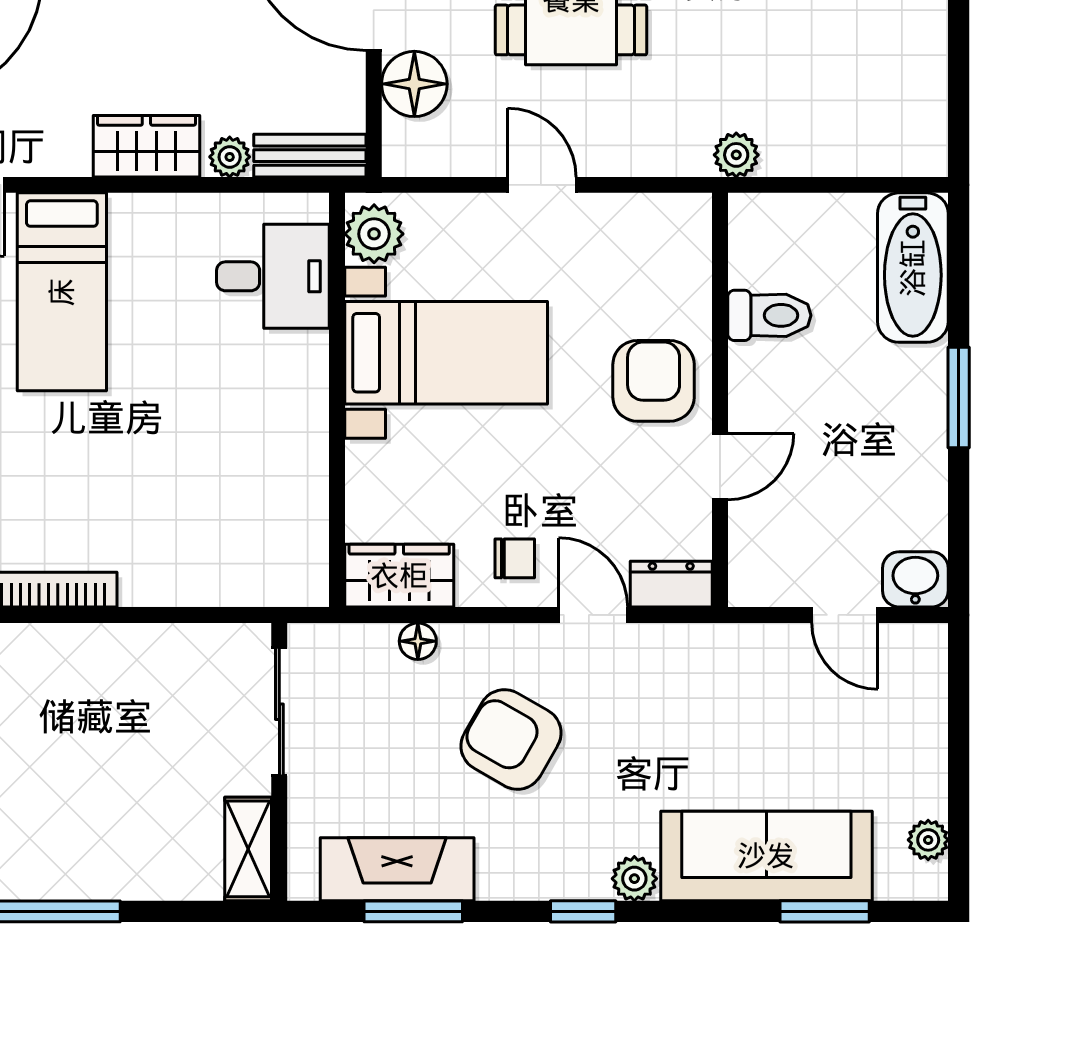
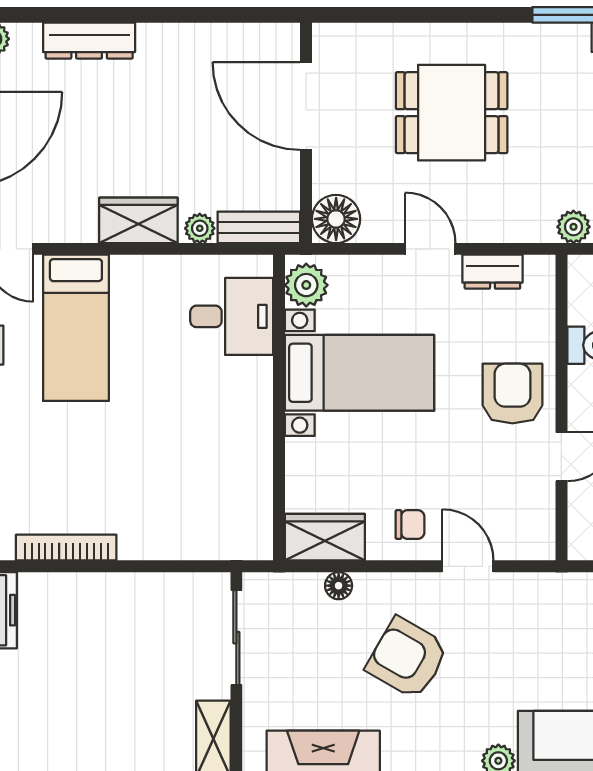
floor lamp: (414, 84) -> (336, 219), moved
dresser: (671, 584) -> (492, 272), moved, turned 180

